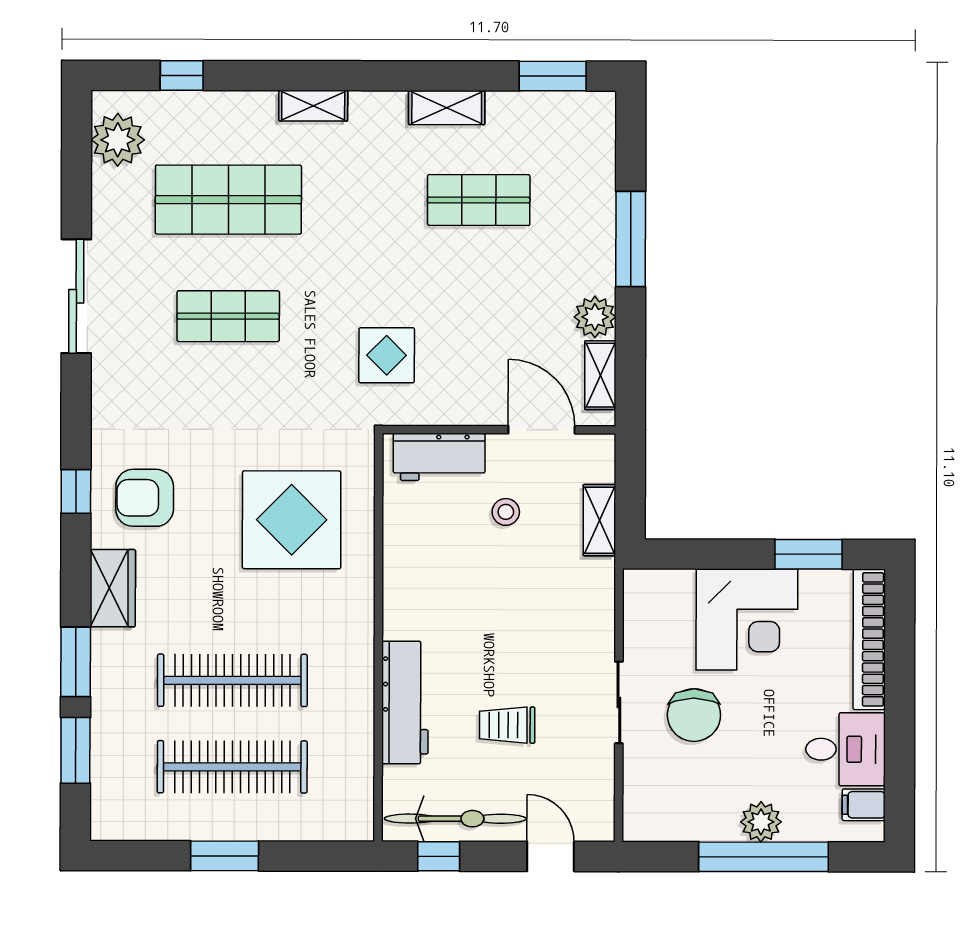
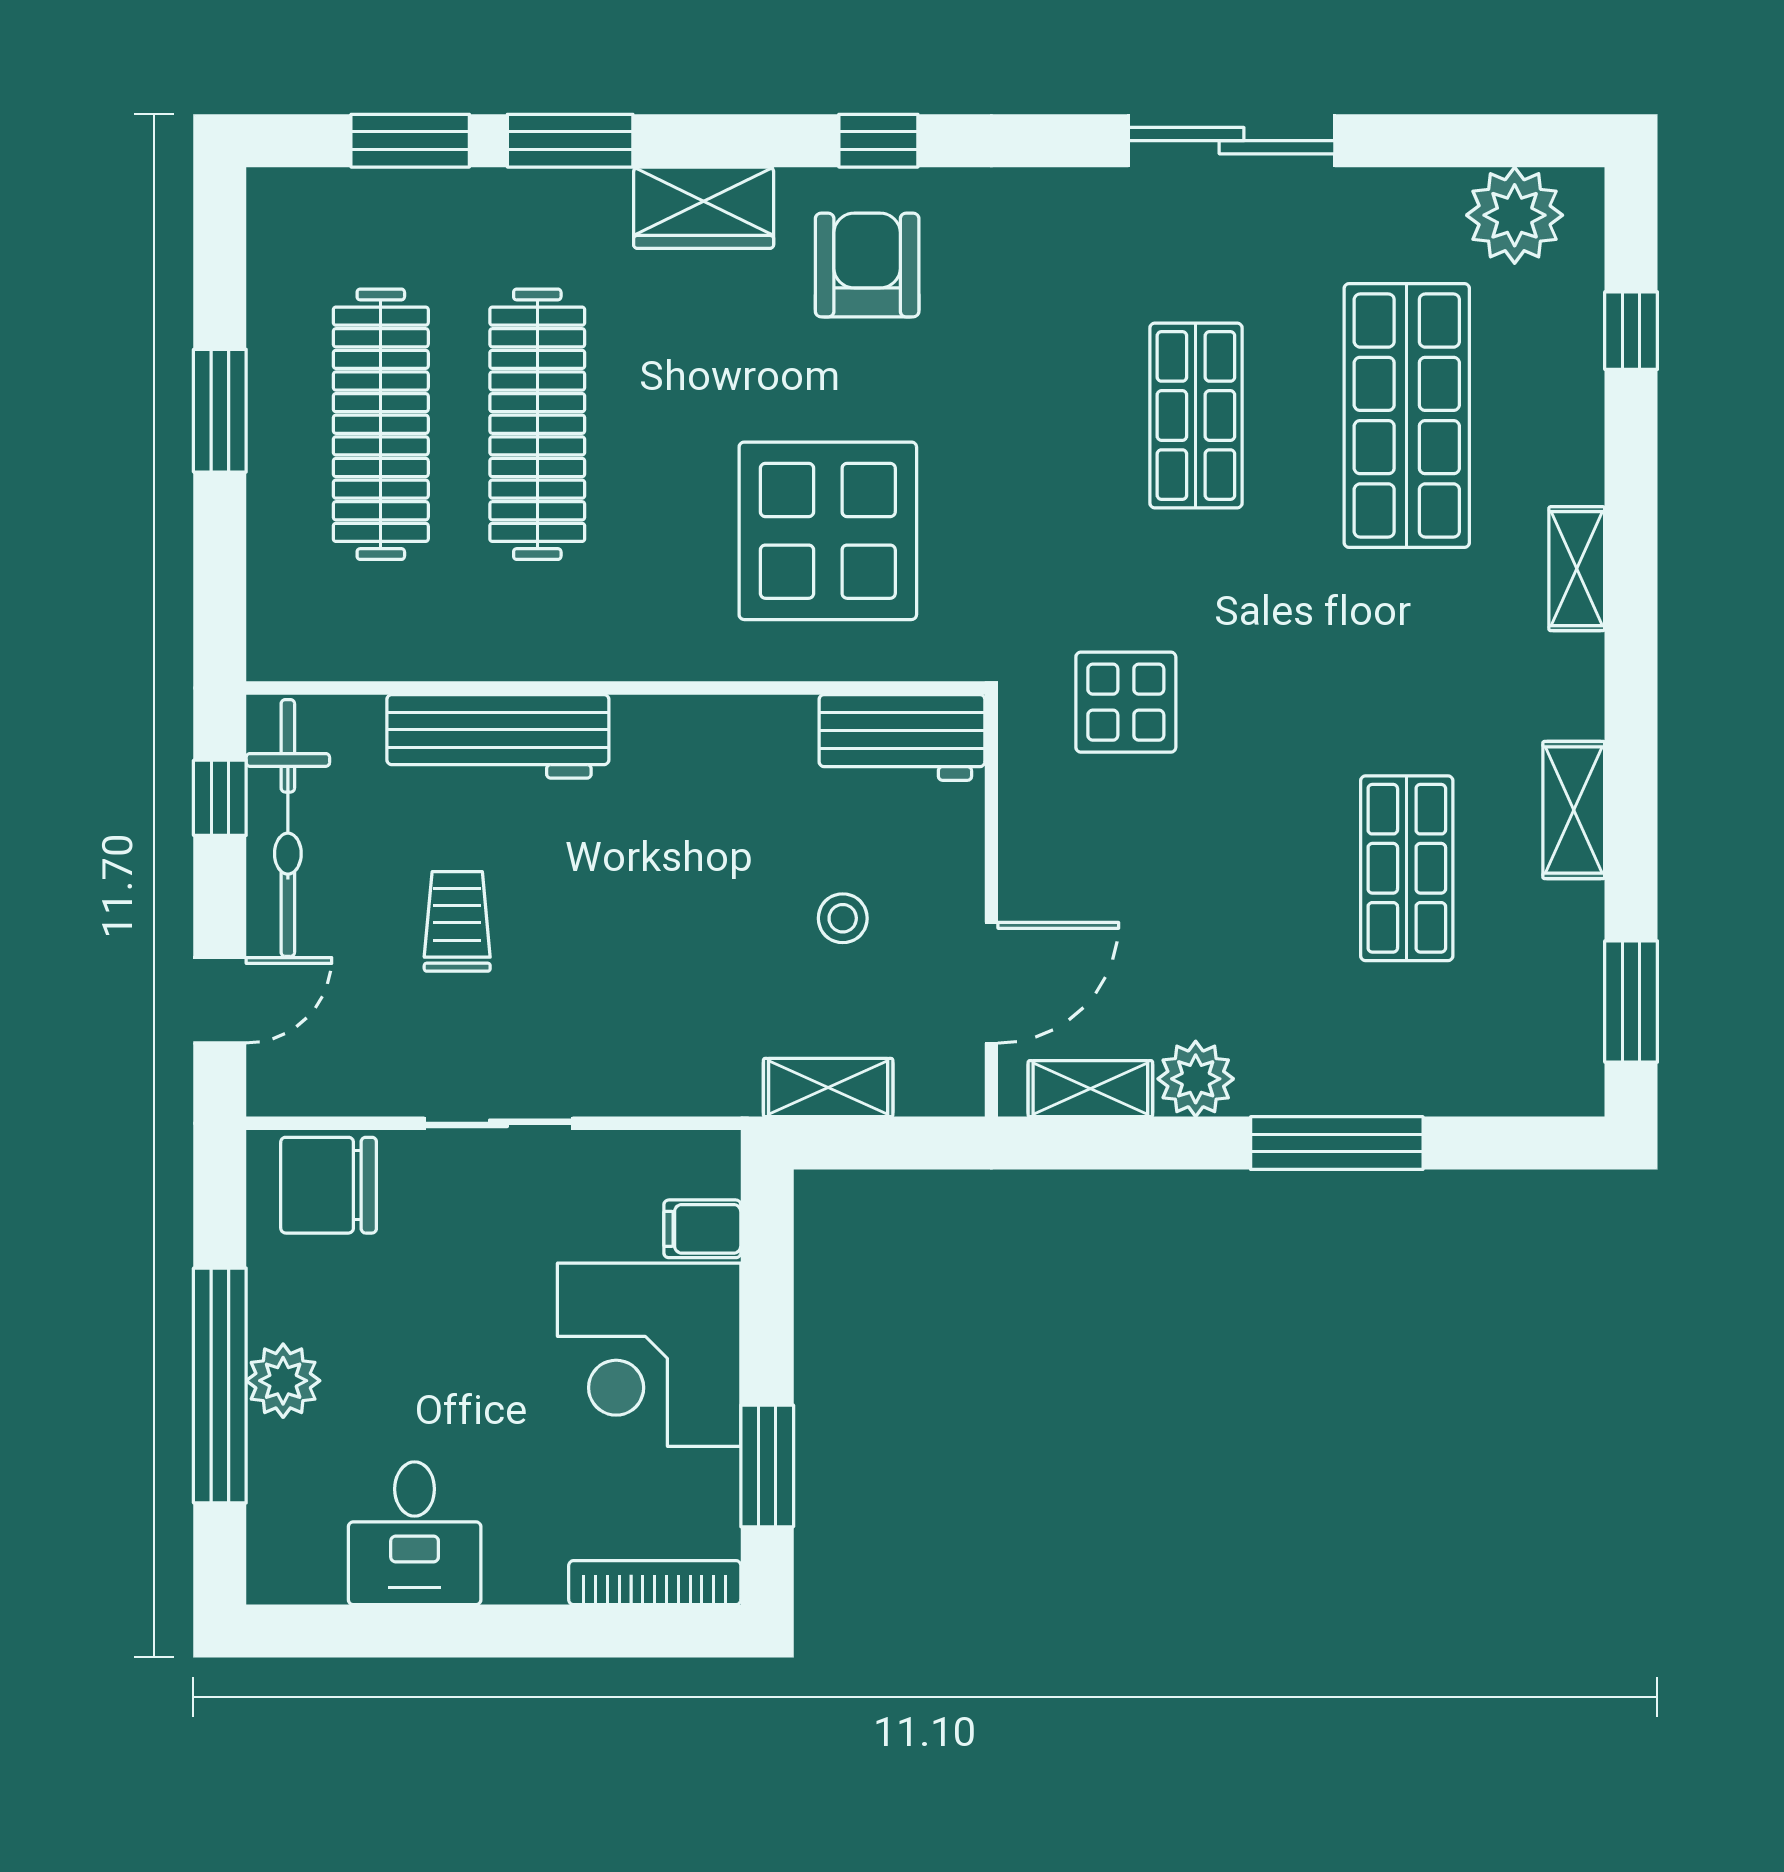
workbench: (439, 457) -> (902, 737), moved, turned -90
bookcase: (869, 639) -> (655, 1583), width x0.68, depth x0.76
chair: (694, 715) -> (329, 1185), moved
filing cabinet: (864, 805) -> (702, 1229), moved, turned -90

